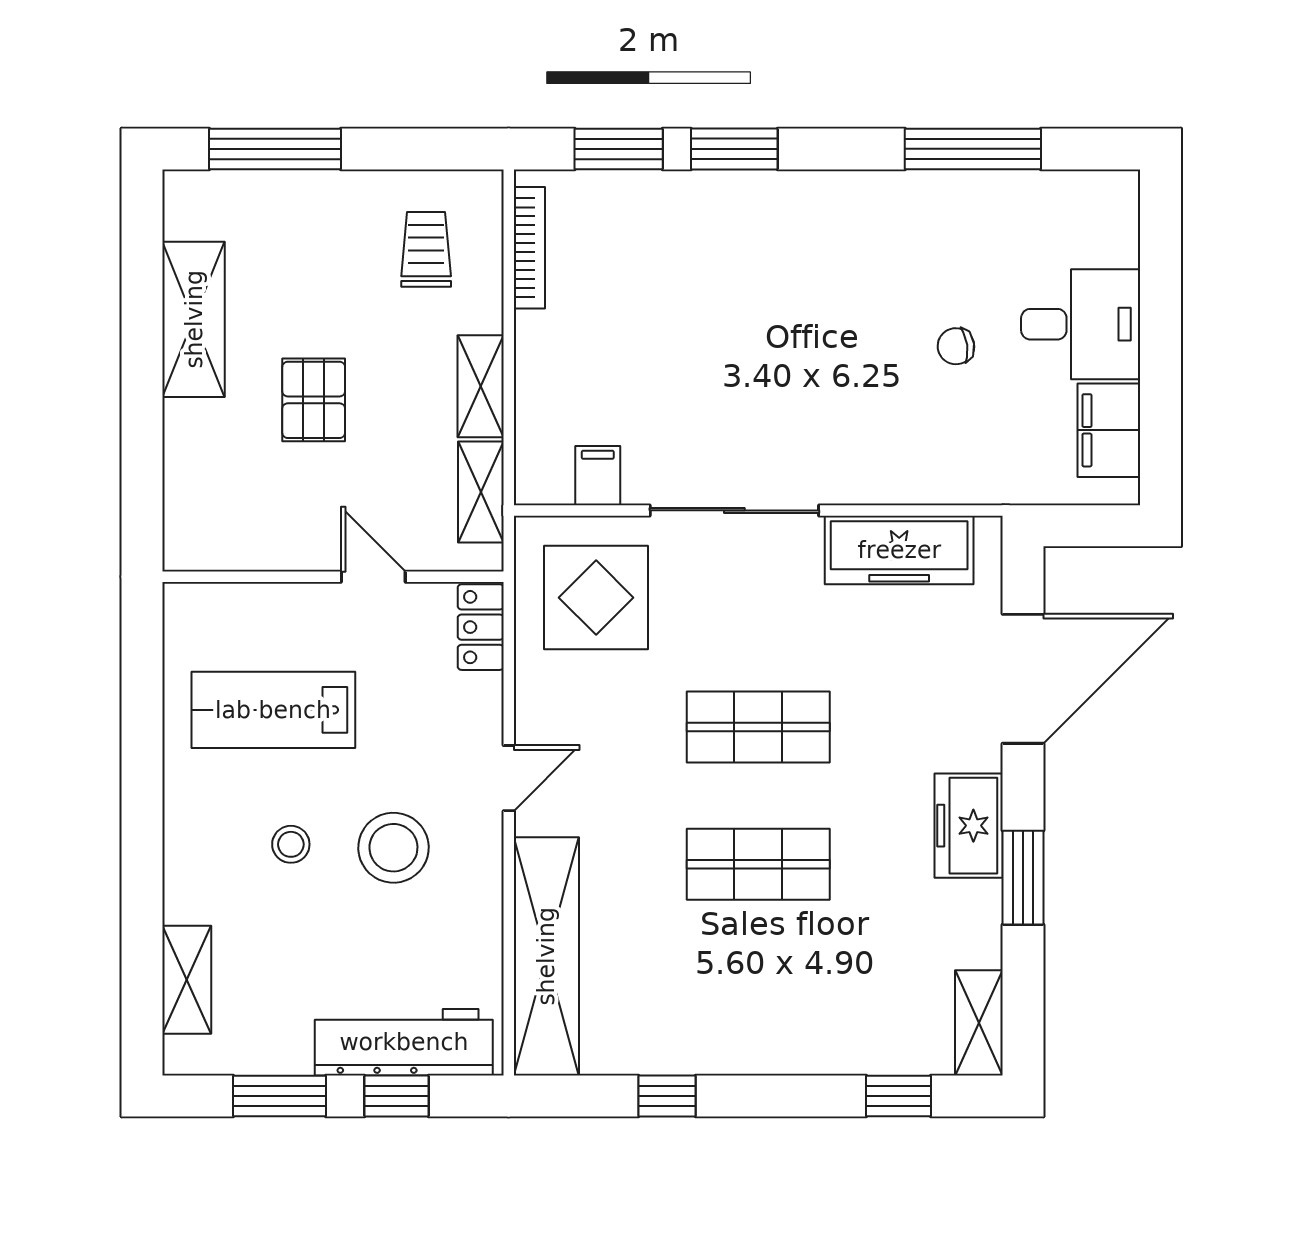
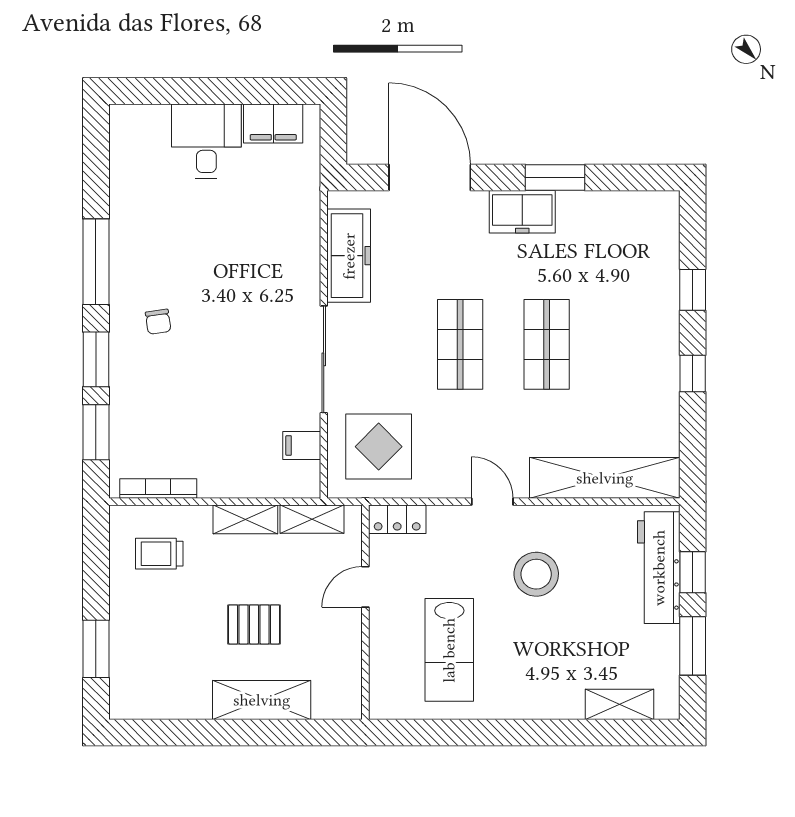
window: (275, 149) -> (96, 649), width x0.69
window: (973, 149) -> (96, 262), moved
shelving: (194, 319) -> (262, 700), moved
chair: (956, 346) -> (158, 322), moved
stool: (291, 844) -> (534, 639), removed
shelving: (979, 1023) -> (647, 205), removed
window: (667, 1096) -> (693, 373), moved
window: (898, 1096) -> (693, 290), moved

